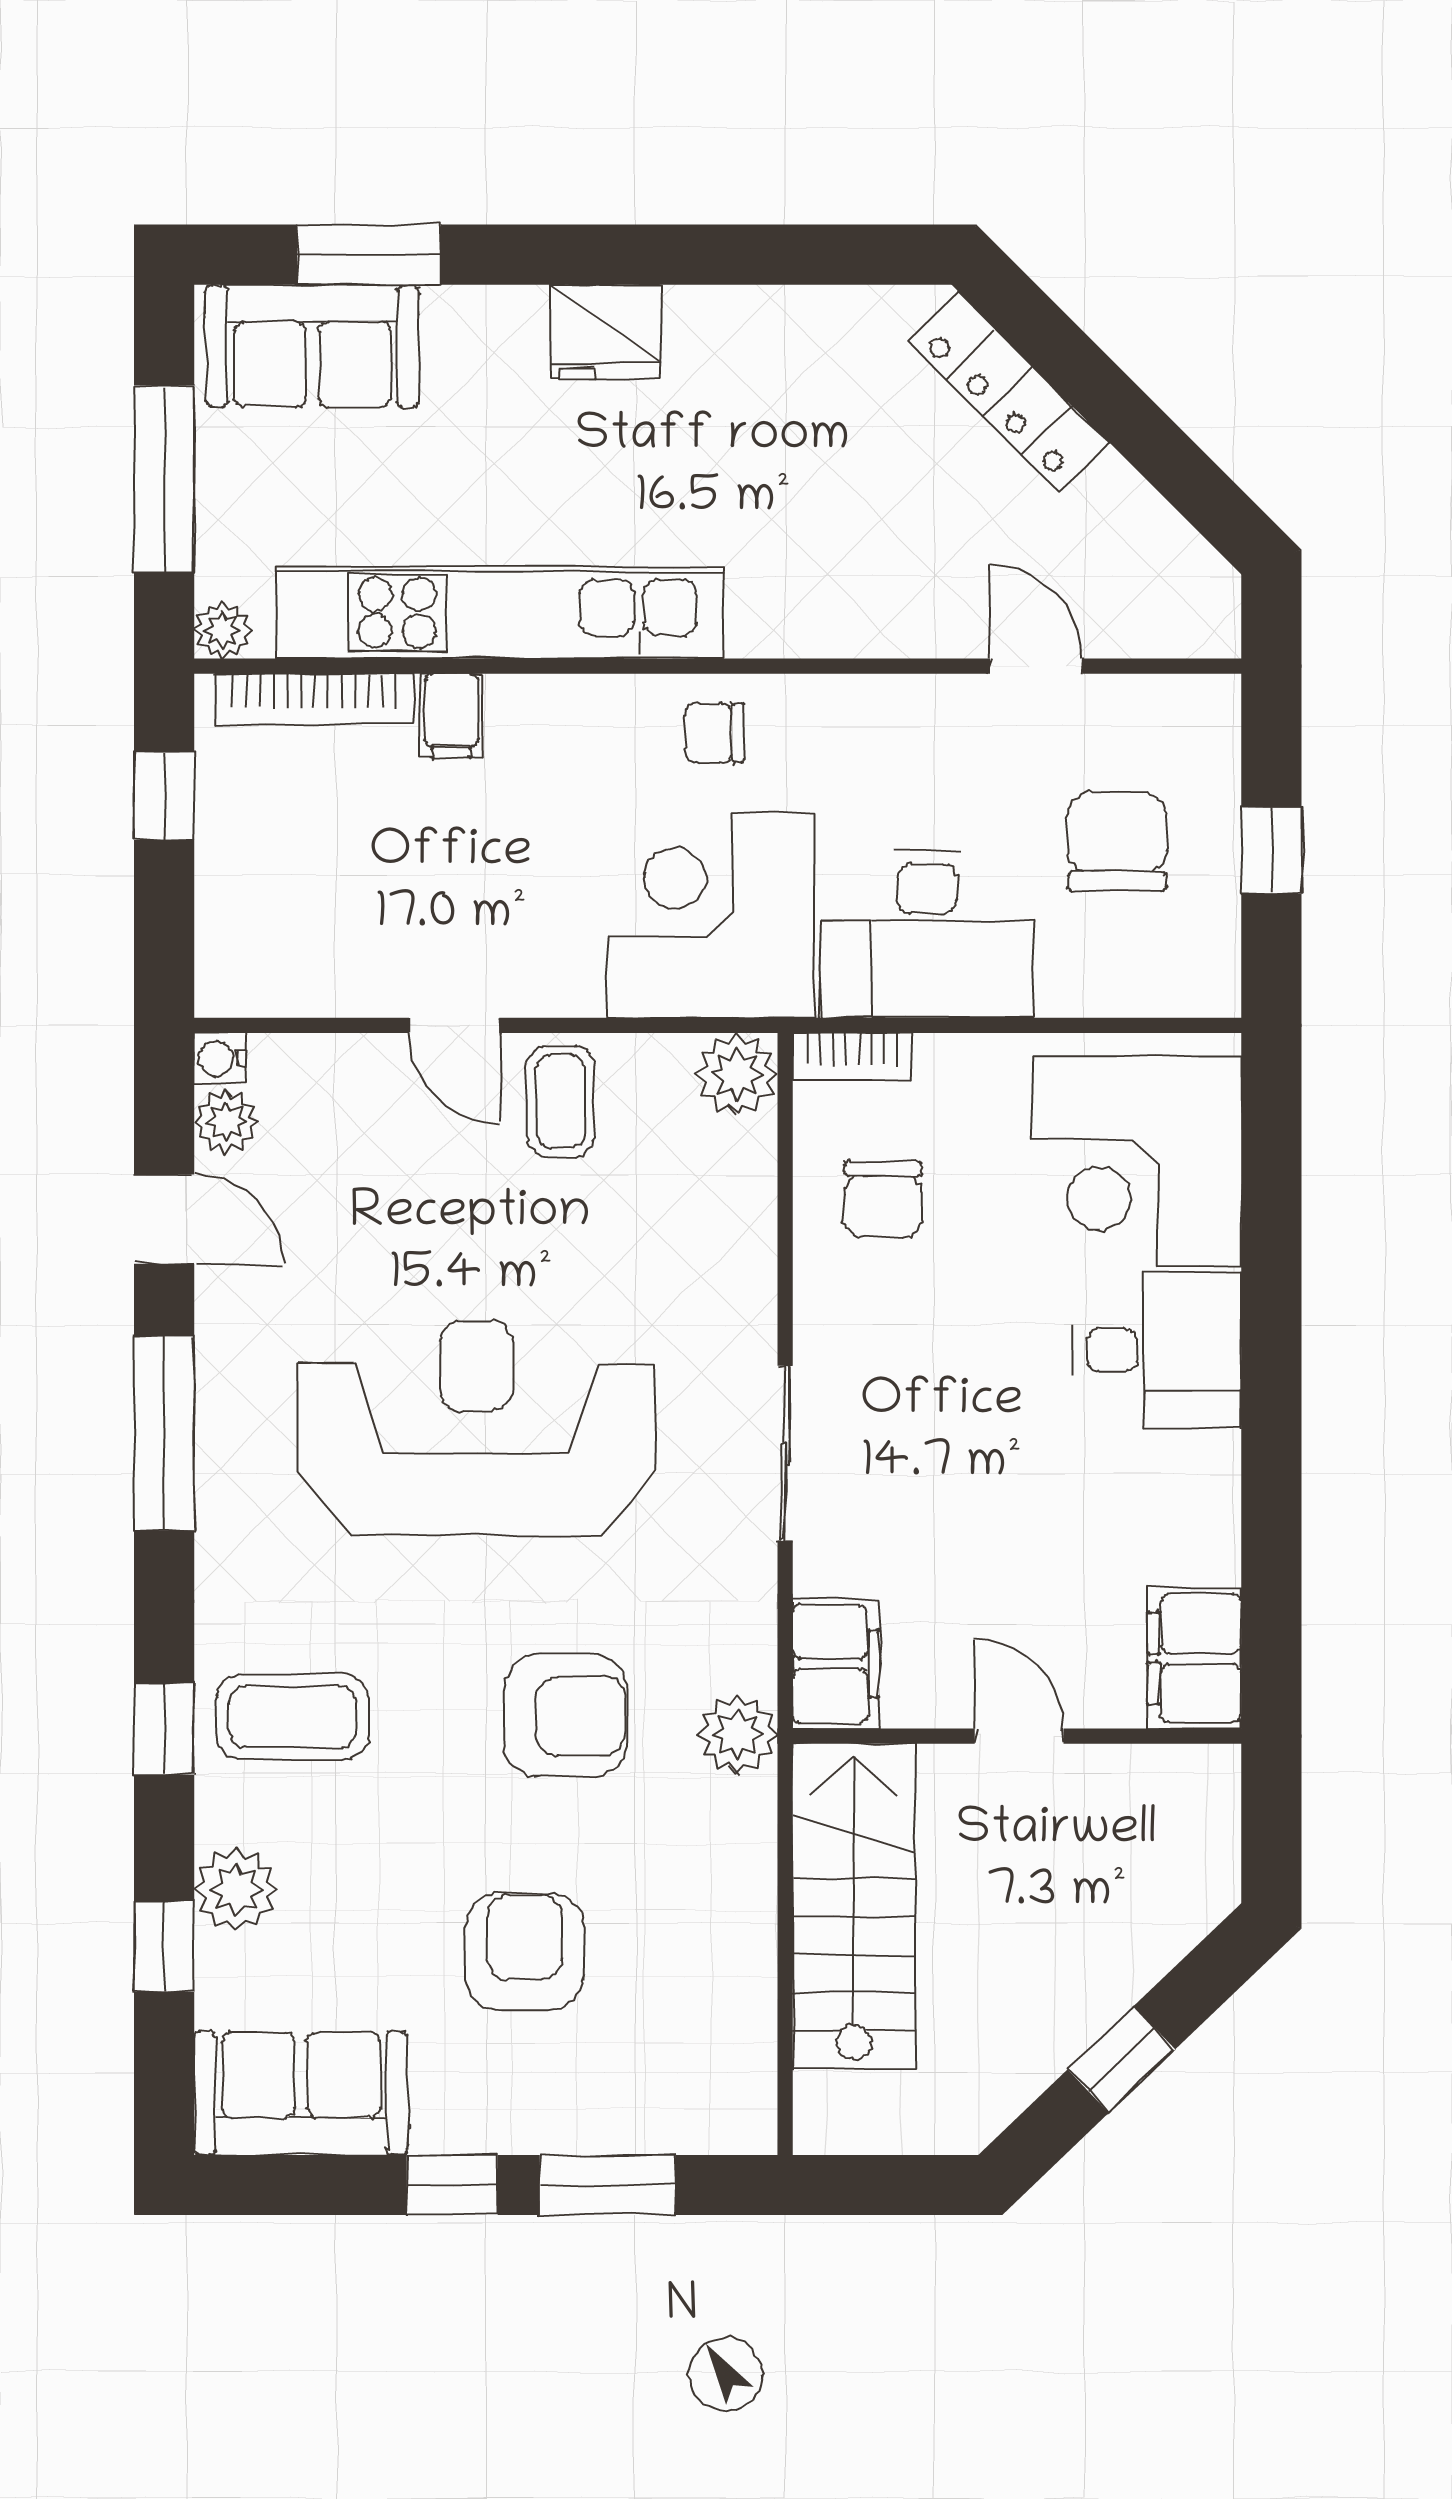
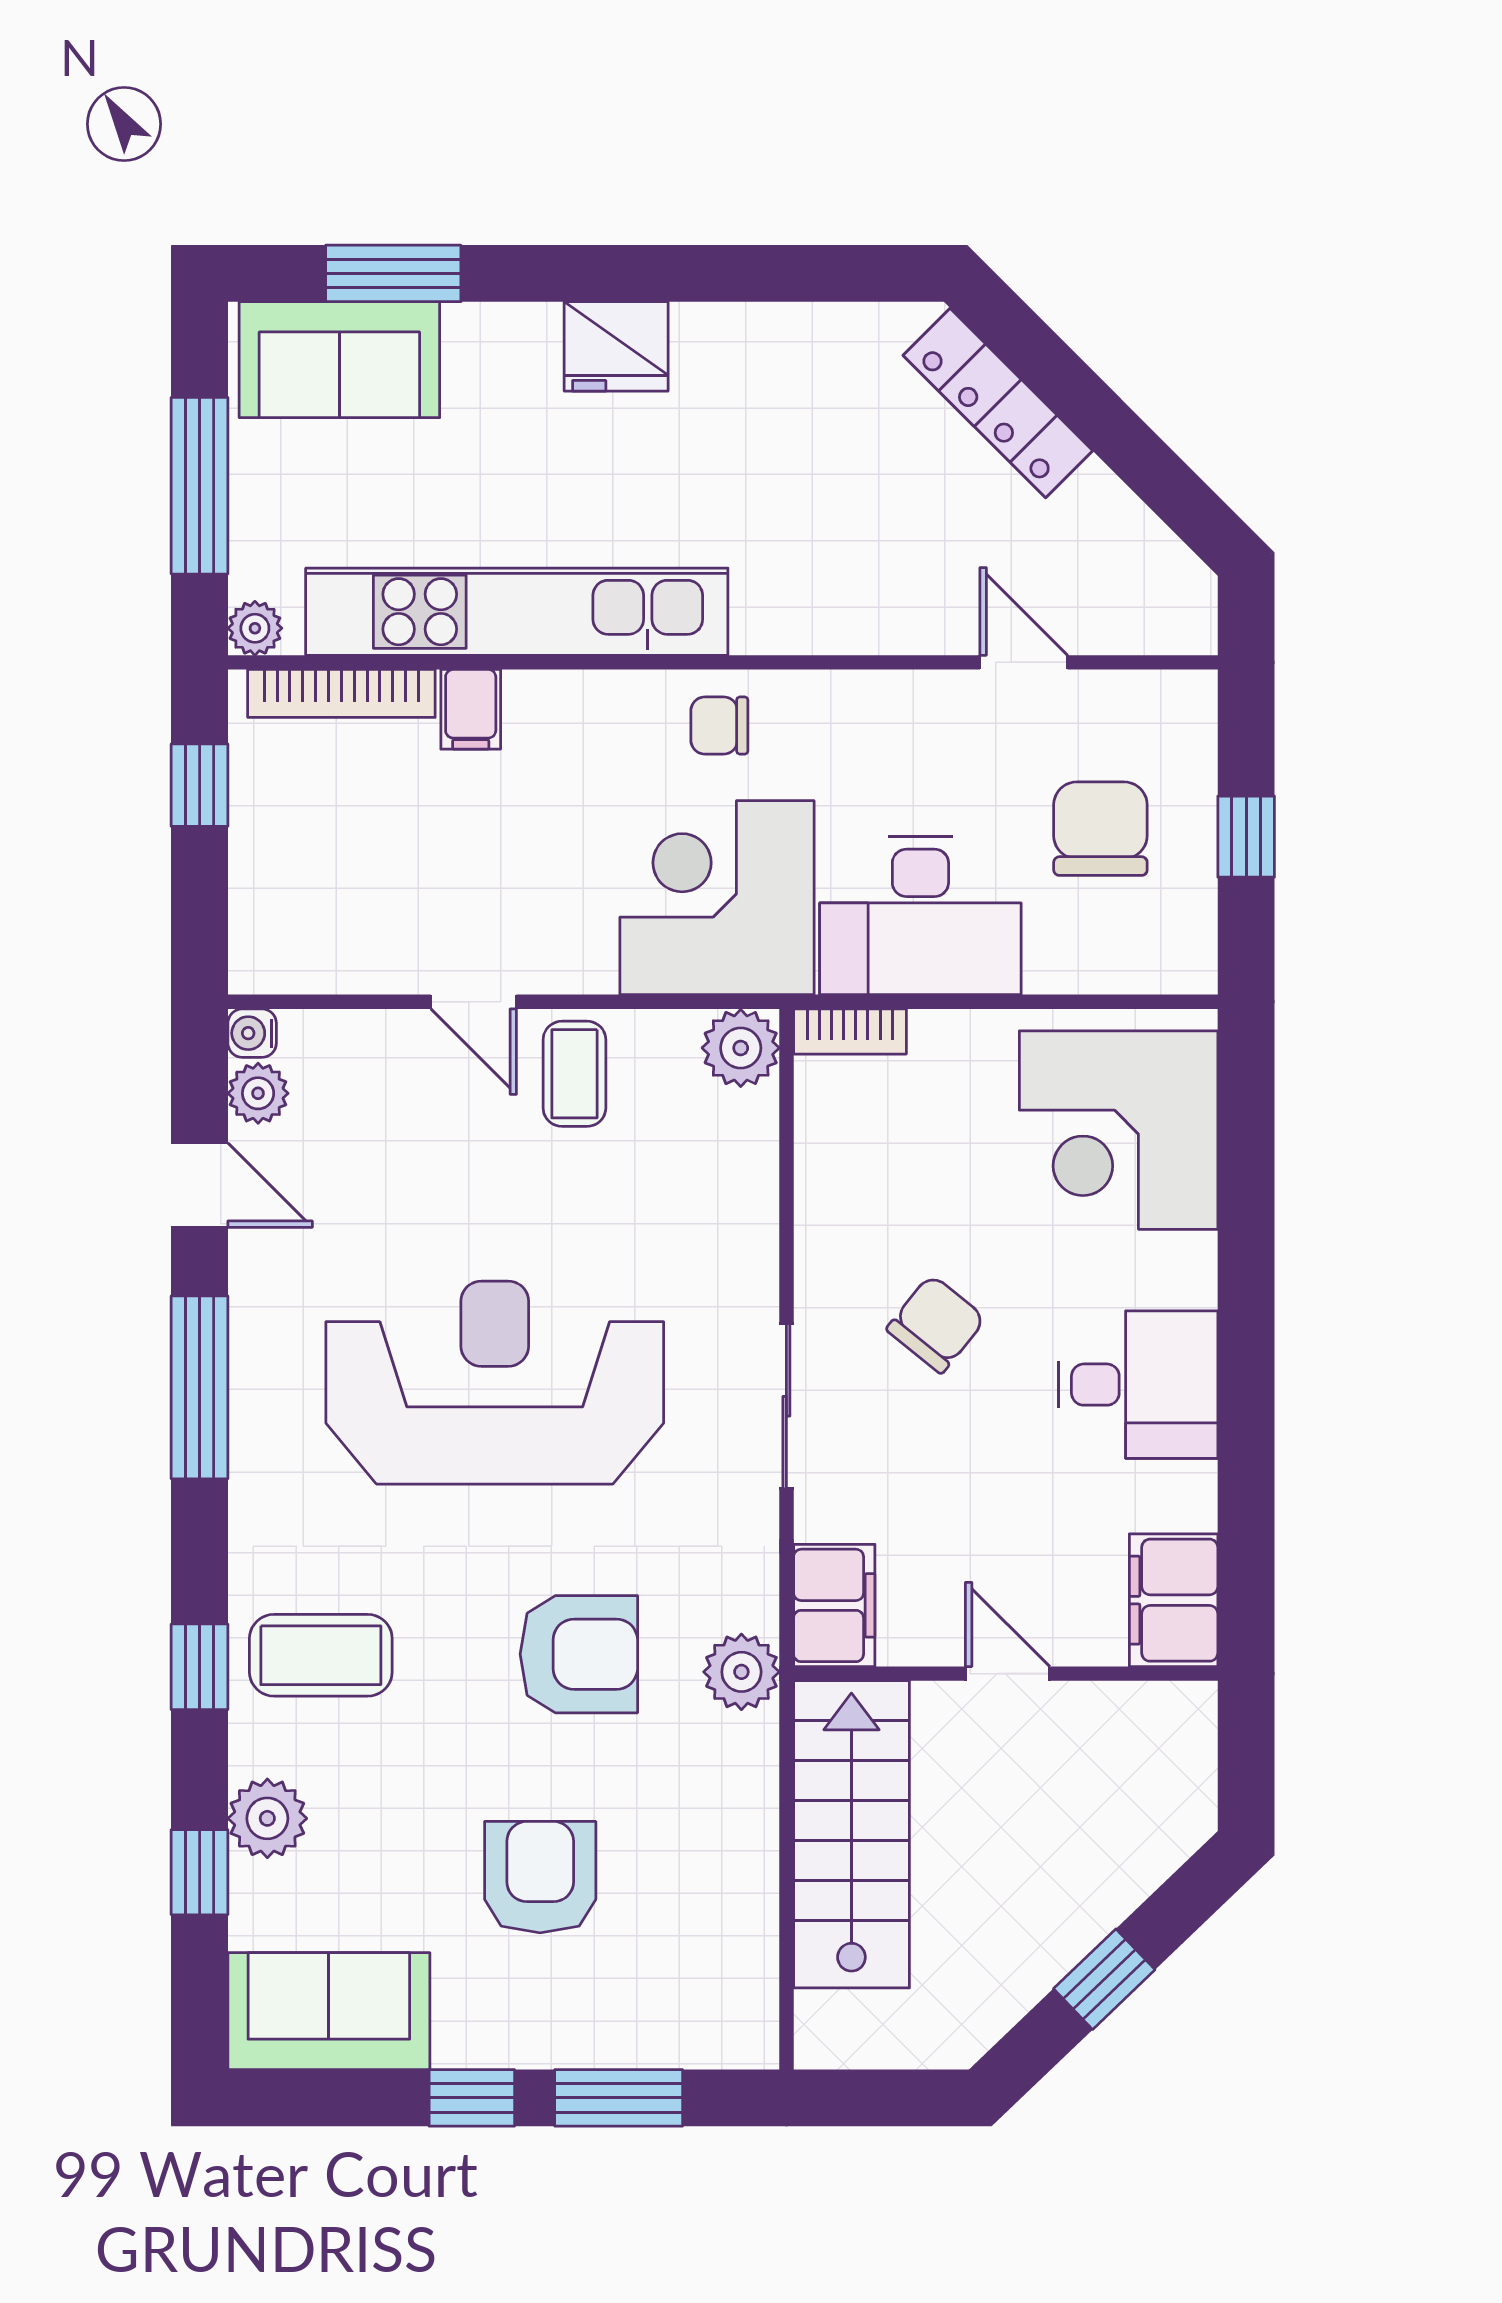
chair: (883, 1199) -> (936, 1324), moved, turned -141
desk: (1157, 1350) -> (1138, 1385), moved

